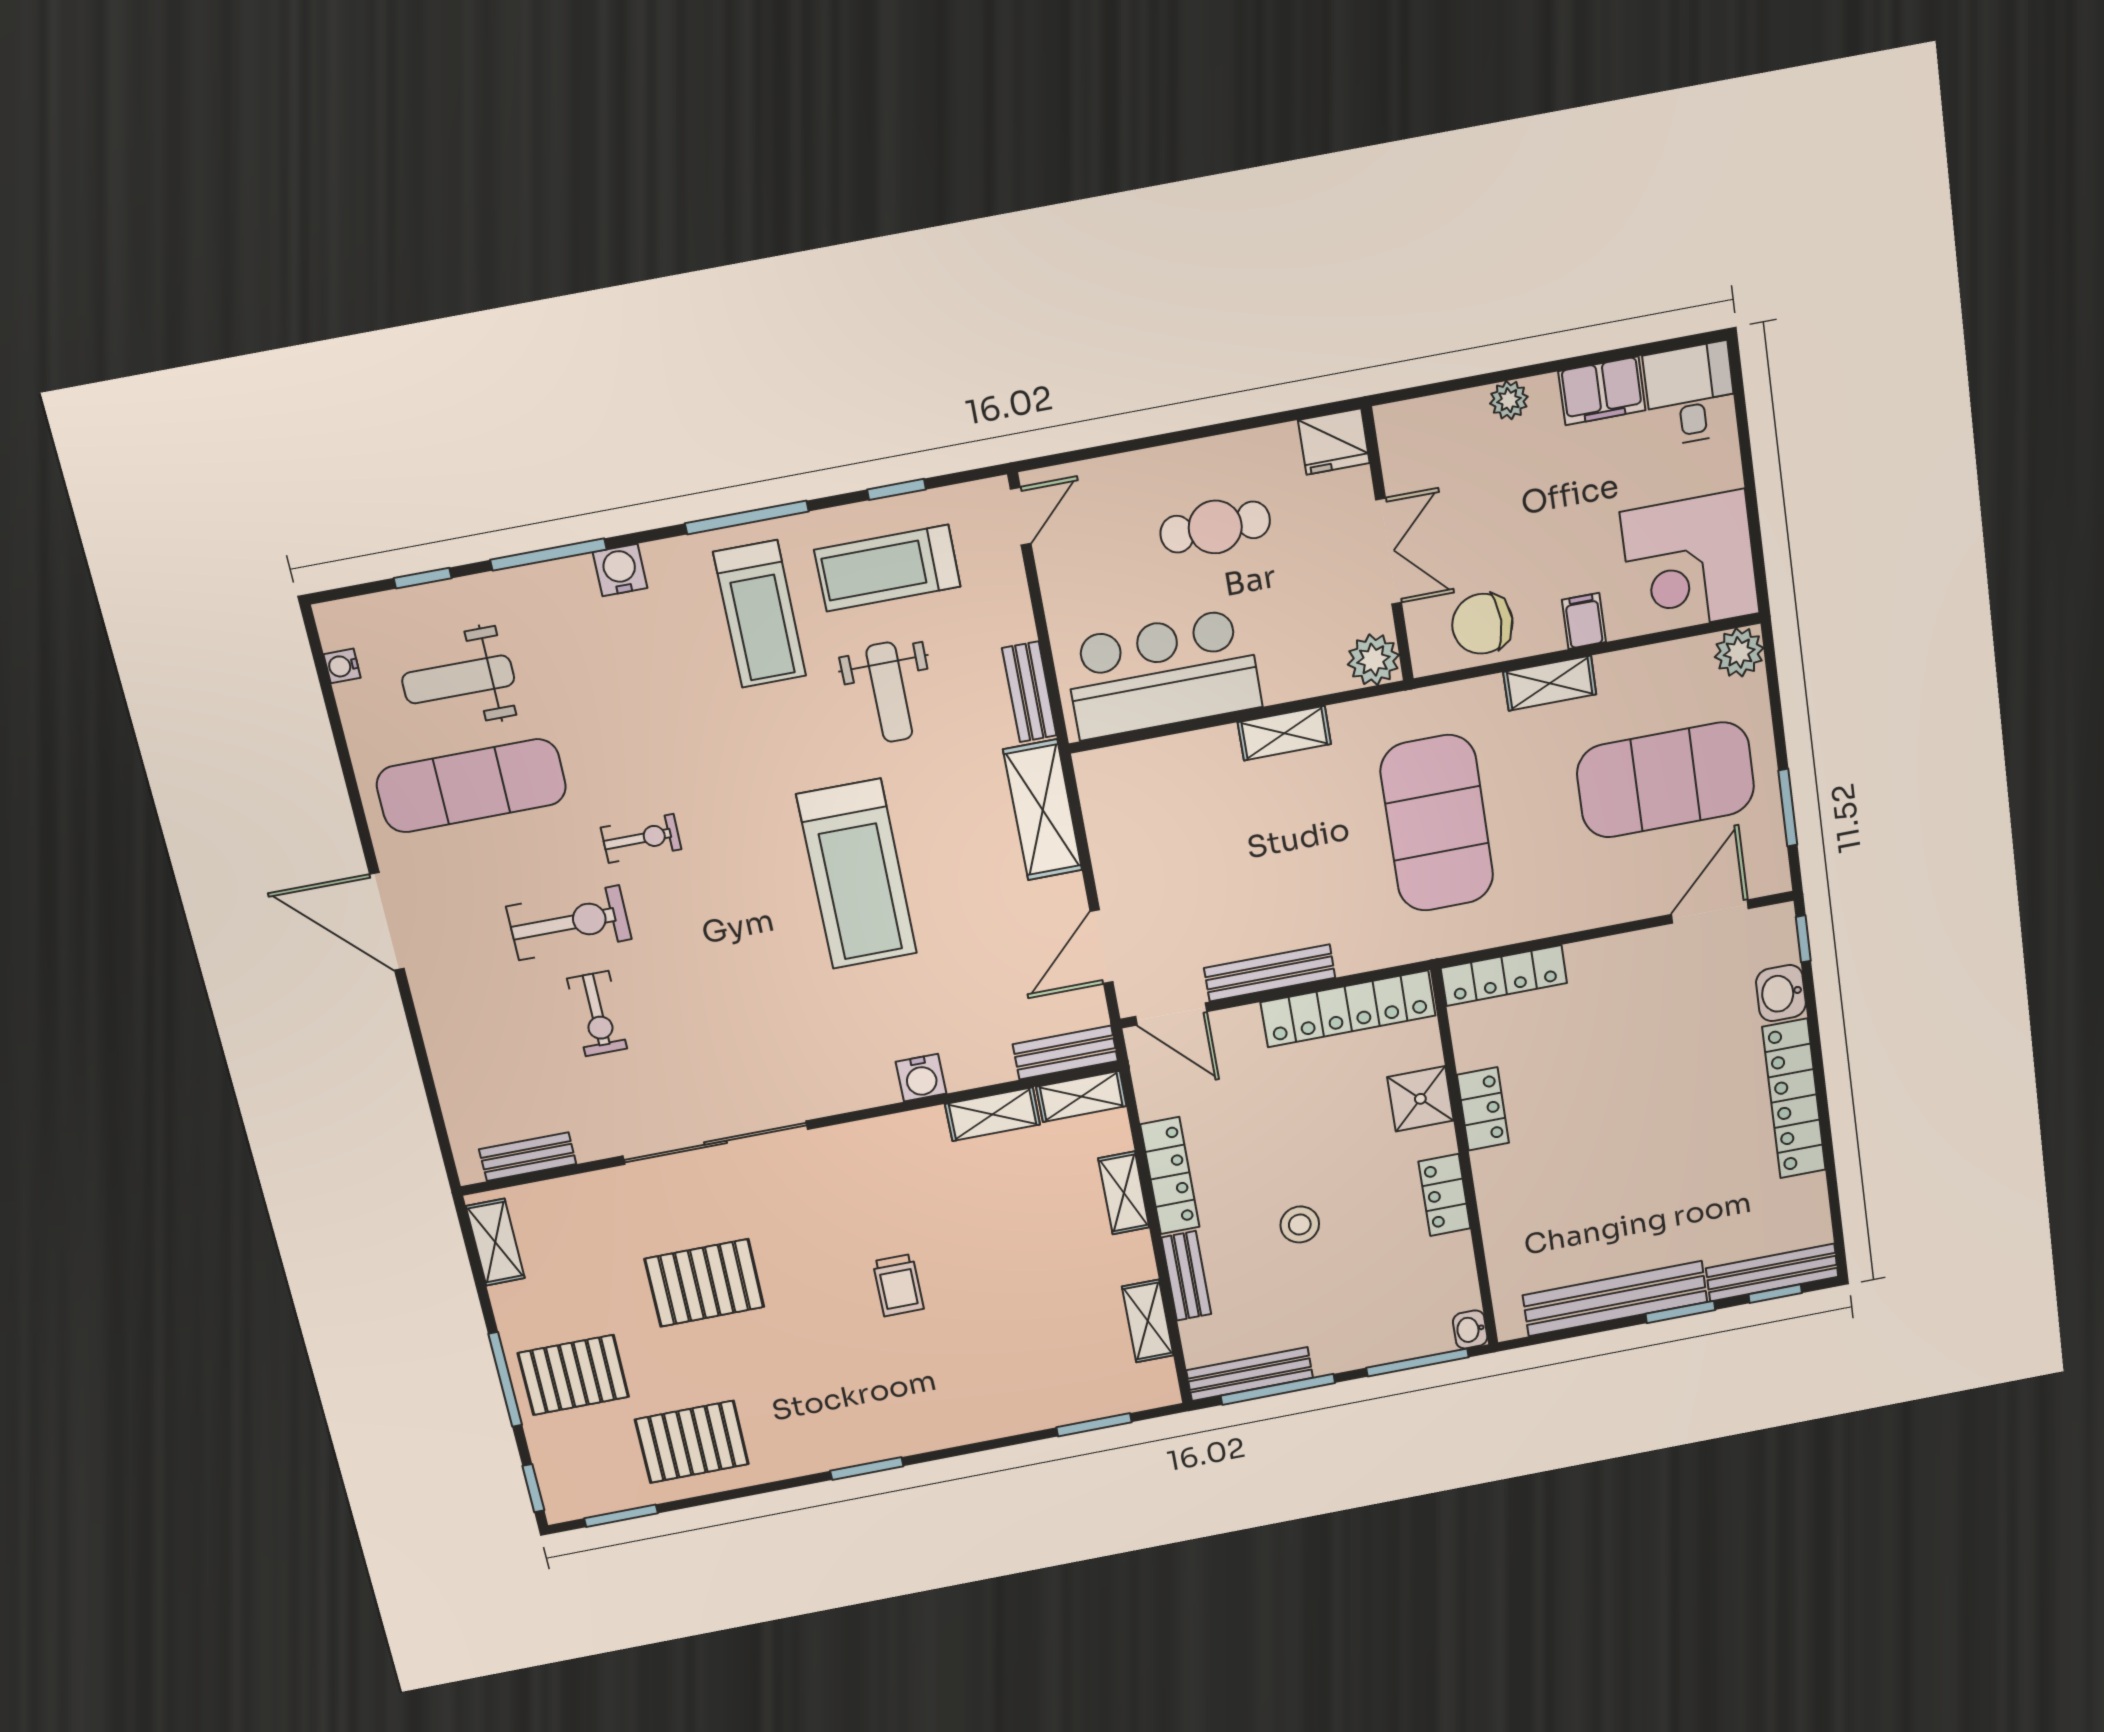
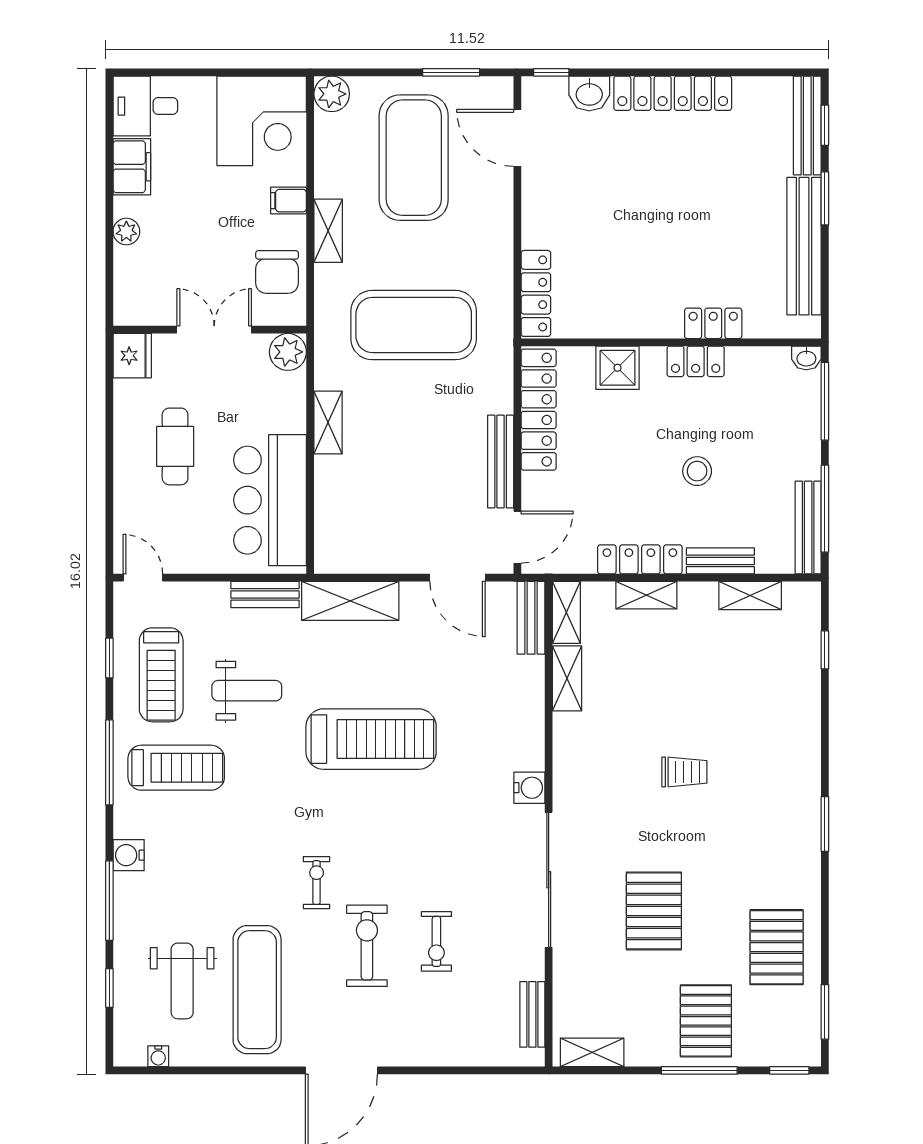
exercise bike: (597, 1014) -> (436, 941), turned 90
water cooler: (921, 1078) -> (529, 788), moved
locker: (1483, 1109) -> (713, 323), moved
window: (1094, 1425) -> (825, 650), width x0.67

